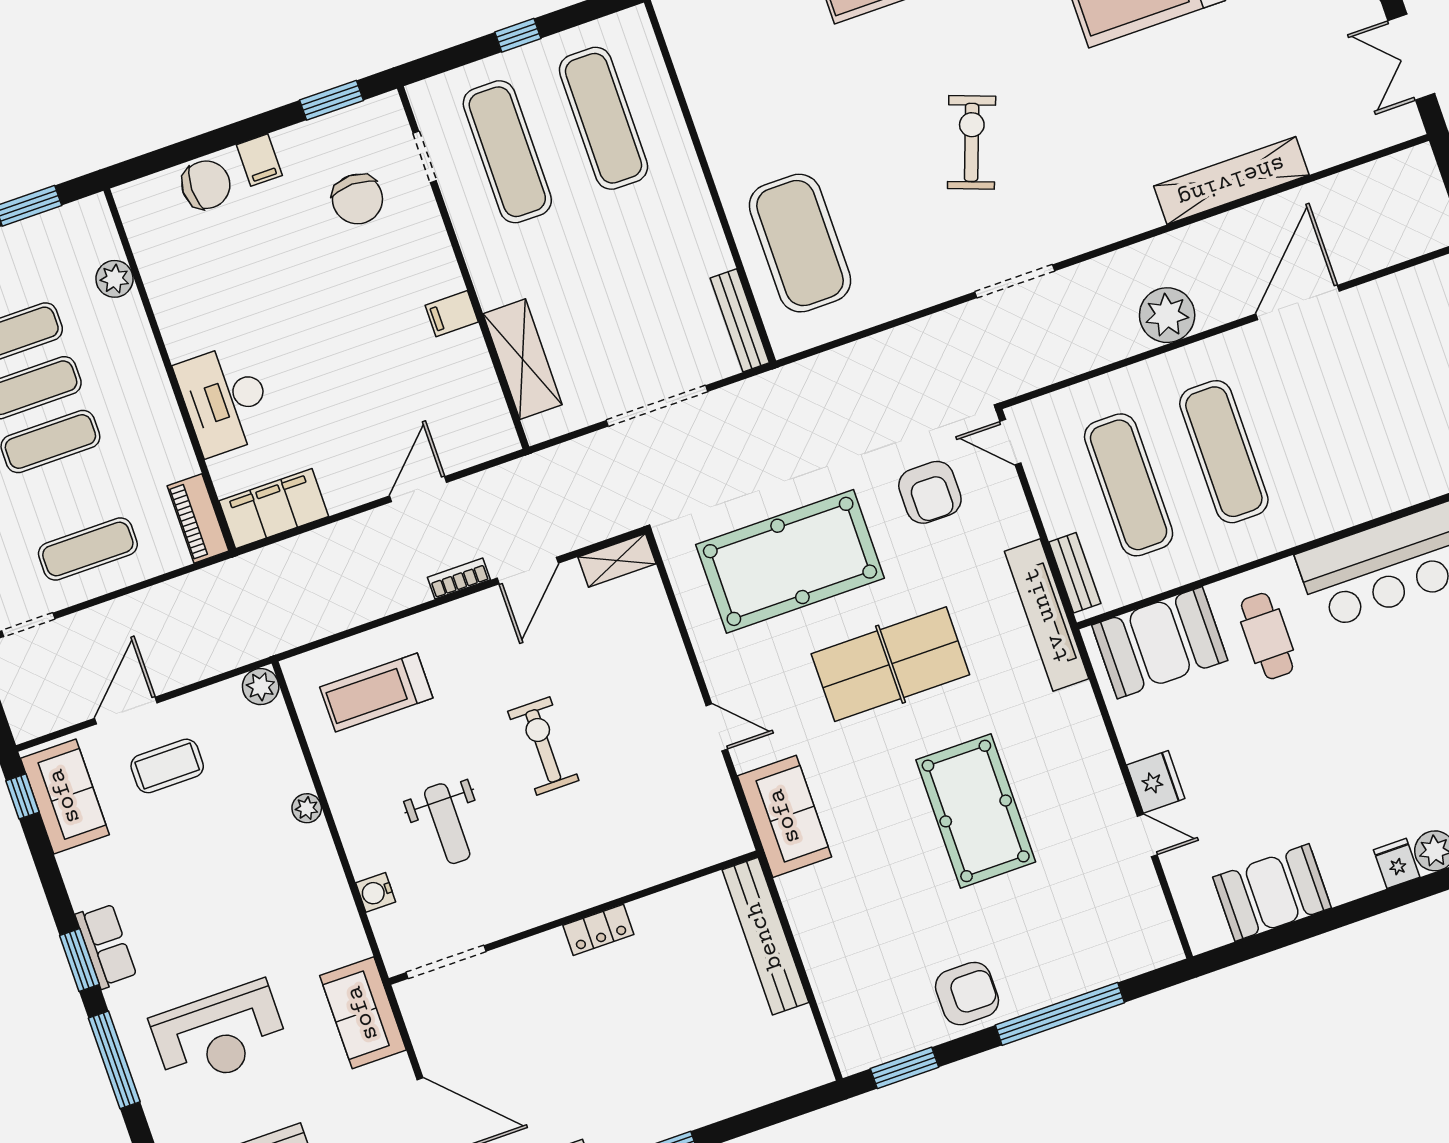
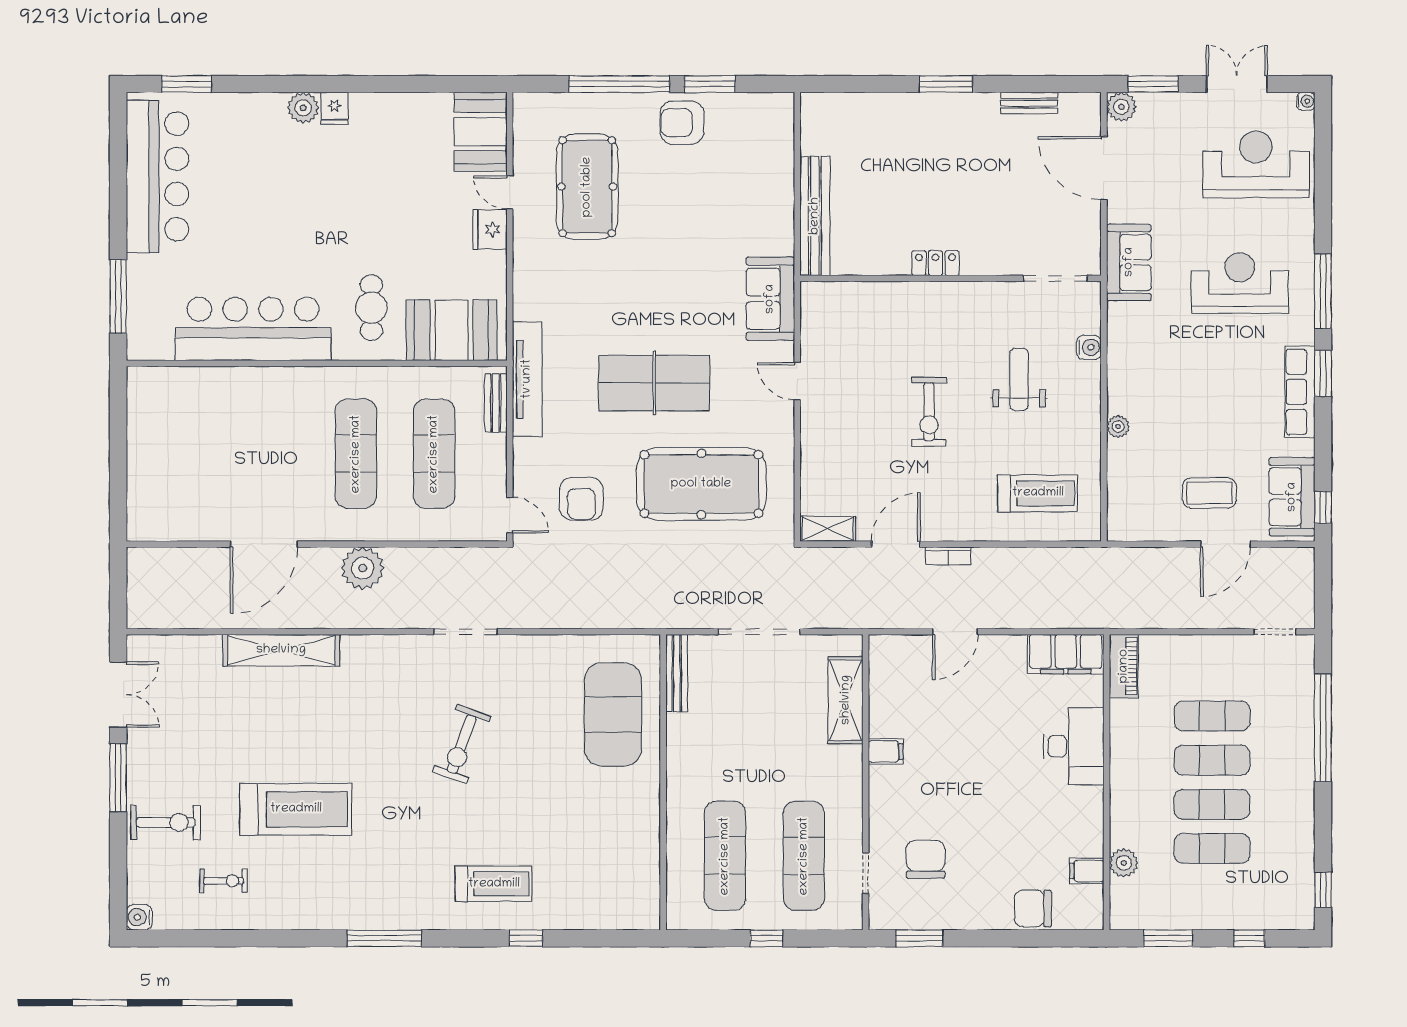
filing cabinet: (259, 160) -> (1087, 871), moved, turned -90
armchair: (930, 492) -> (581, 499), turned 180
exercise mat: (88, 549) -> (1212, 716), moved
plant: (261, 687) -> (1121, 527), removed
pool table: (976, 811) -> (587, 187), moved
booth: (1272, 893) -> (481, 132), moved, turned 90
row of seats: (106, 946) -> (1300, 392), width x1.48
window: (905, 1068) -> (710, 84), moved

